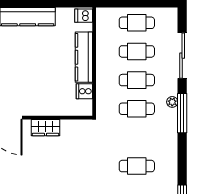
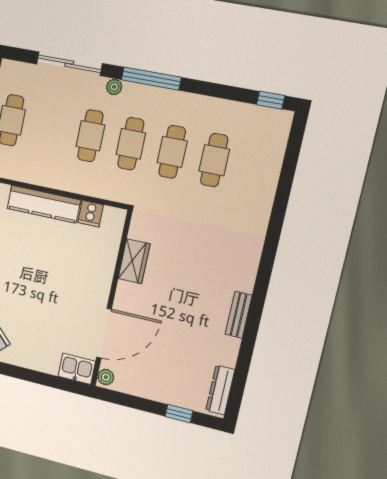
cafe table: (137, 51) -> (172, 152), moved
plant: (172, 102) -> (114, 87), moved
wardrobe: (45, 128) -> (134, 261), moved

